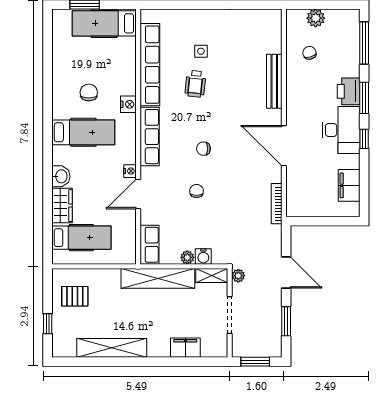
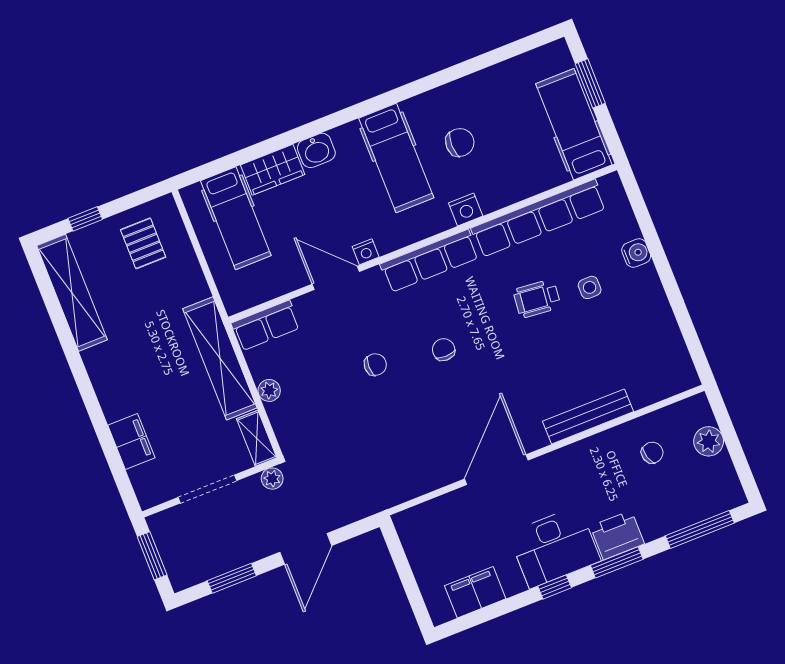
bookcase: (277, 204) -> (404, 493), removed
water cooler: (203, 256) -> (636, 253), moved, turned 180
shelving: (112, 348) -> (72, 293), moved

